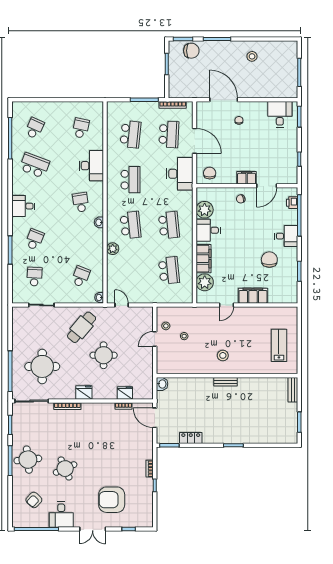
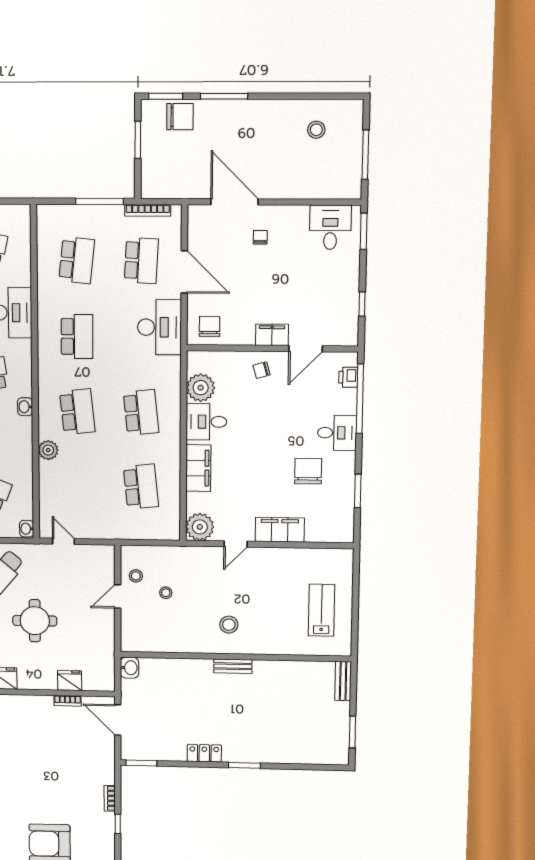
stool: (252, 56) -> (316, 130), moved
plant: (205, 282) -> (200, 527), moved
locker: (191, 438) -> (204, 753), moved

